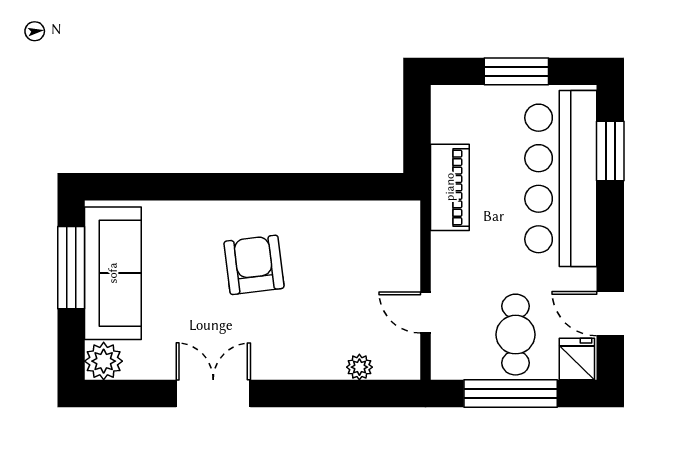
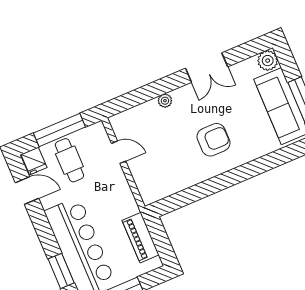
piano: (450, 187) -> (141, 238), moved
armchair: (254, 265) -> (213, 140), turned -83
plant: (359, 367) -> (165, 101), moved

